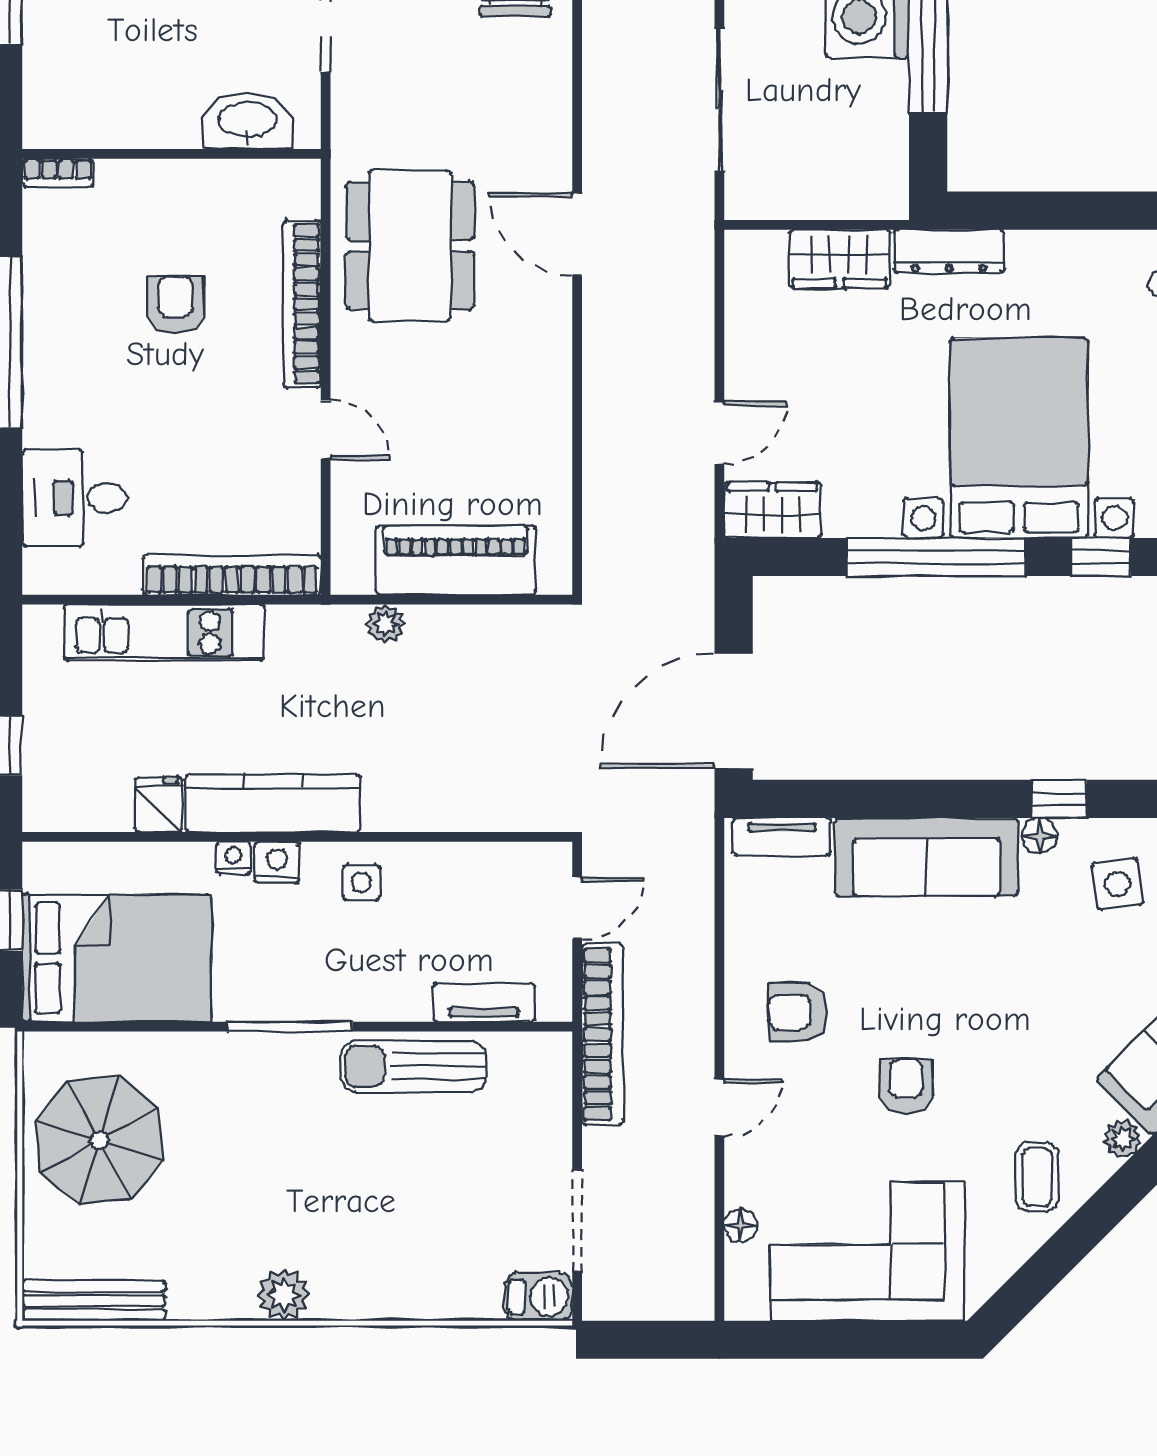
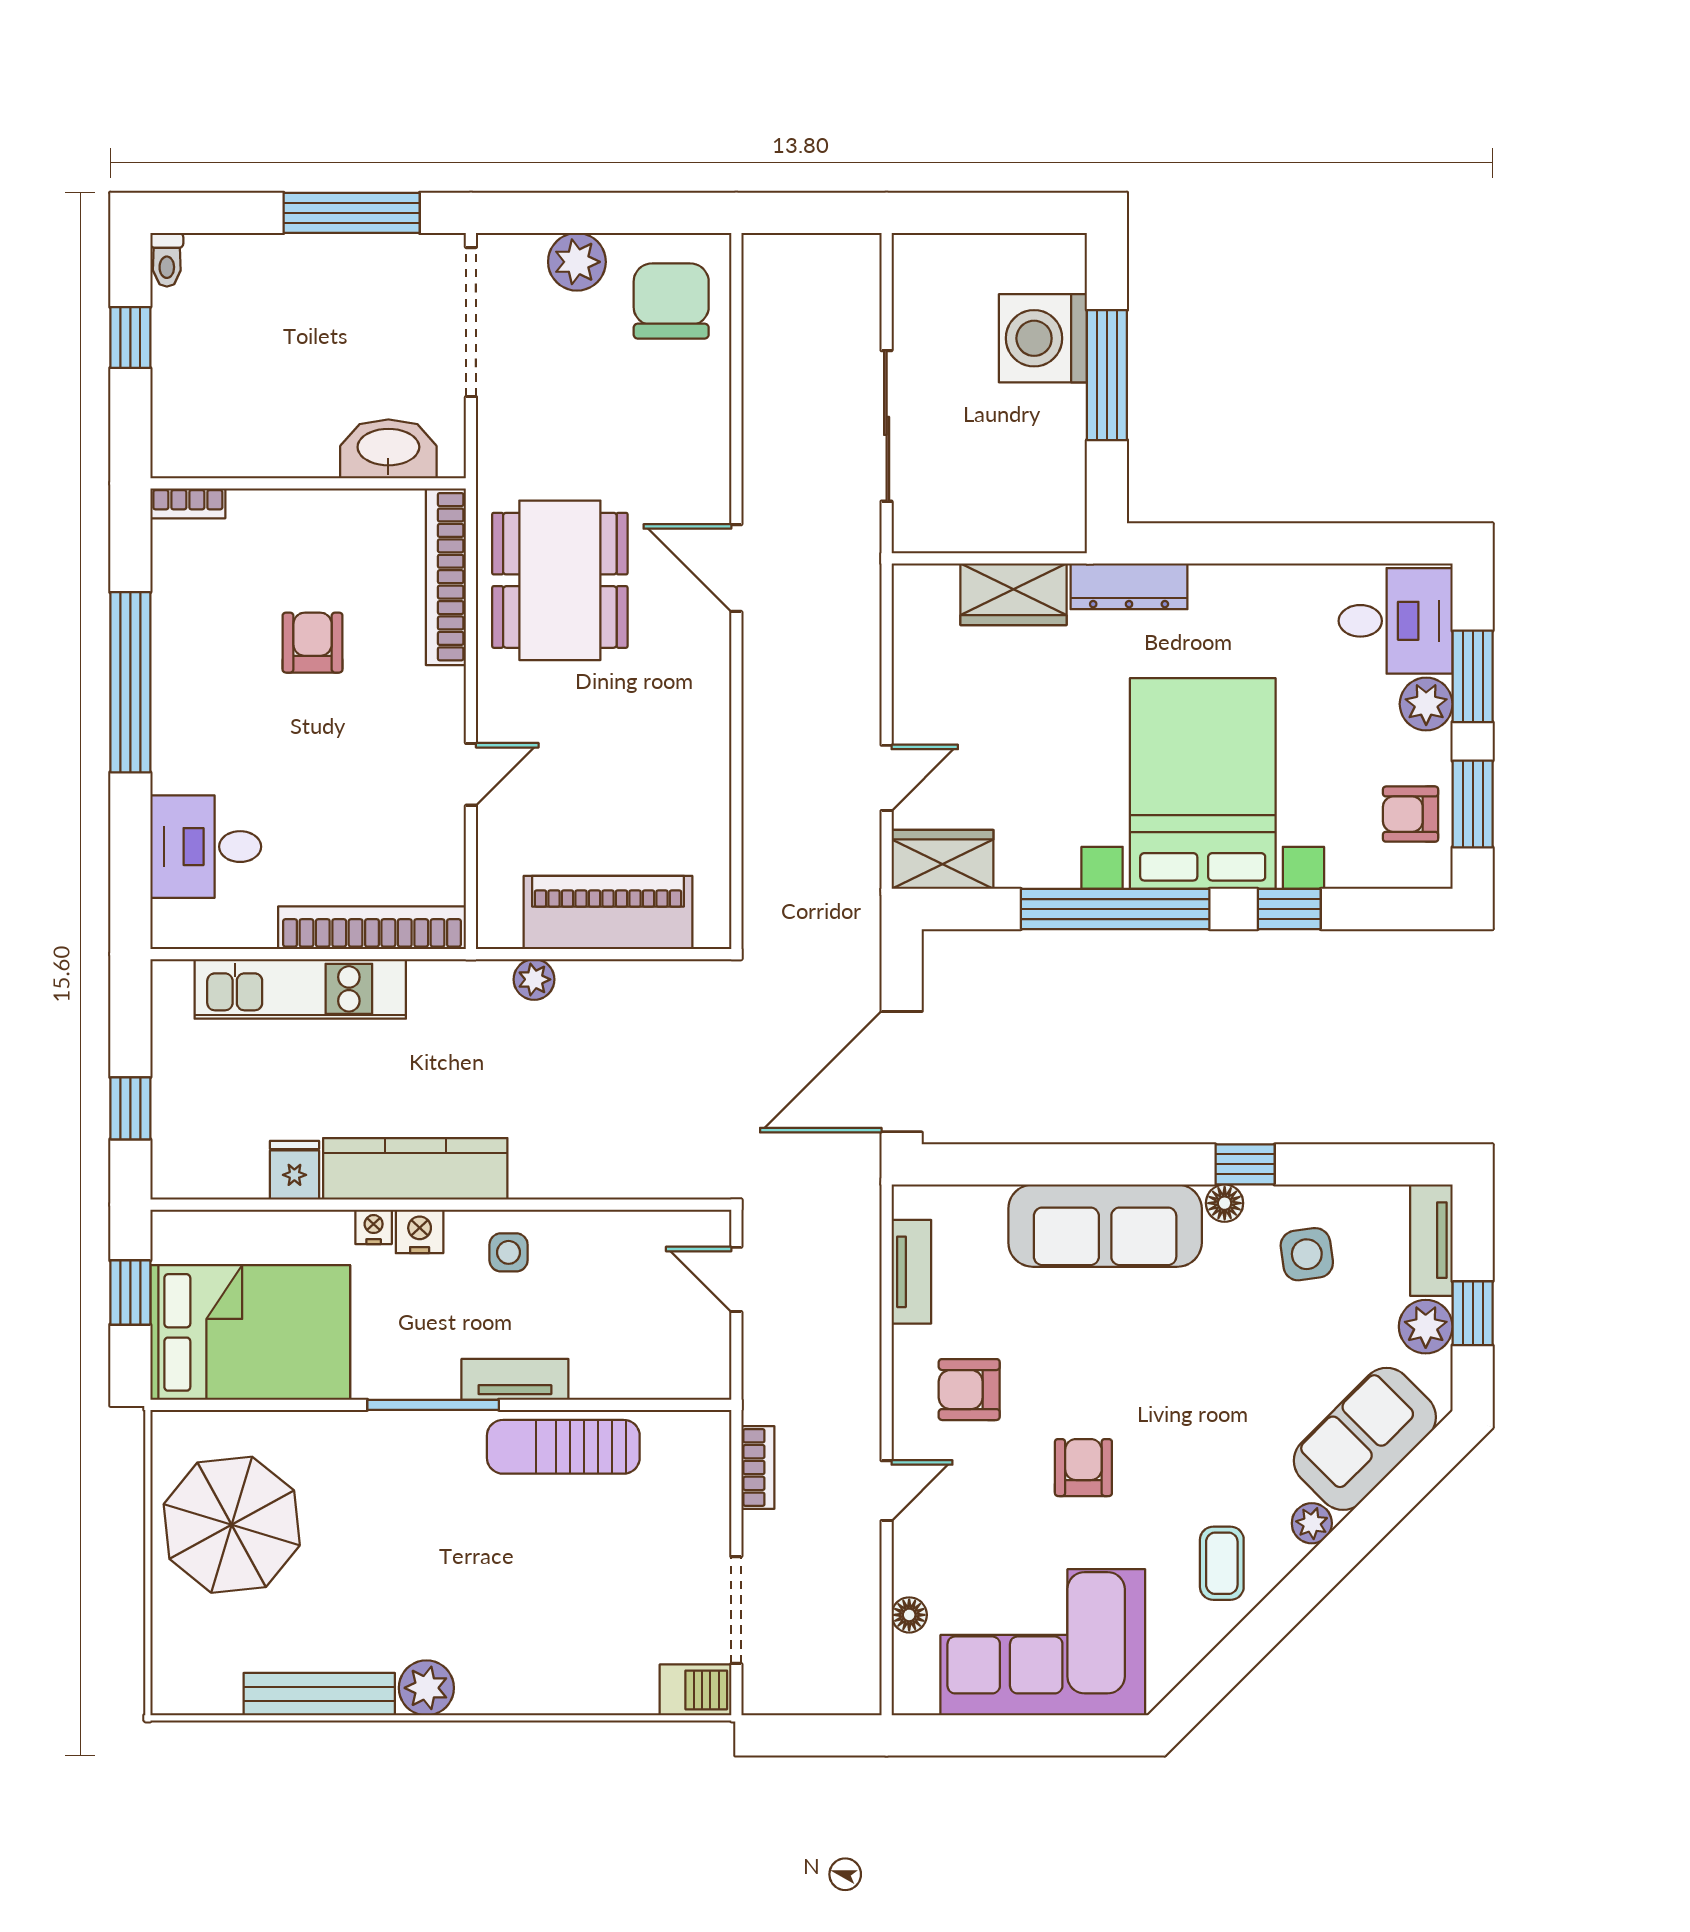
bookcase: (302, 304) -> (446, 577), moved
door: (326, 429) -> (471, 774), hinge flipped
tv unit: (782, 837) -> (911, 1272), moved, turned -90
door: (577, 908) -> (736, 1279), swing flipped
tv unit: (484, 1003) -> (515, 1379), moved
bookcase: (602, 1035) -> (758, 1467), width x0.43, depth x0.76
bench: (94, 1301) -> (319, 1694), moved

